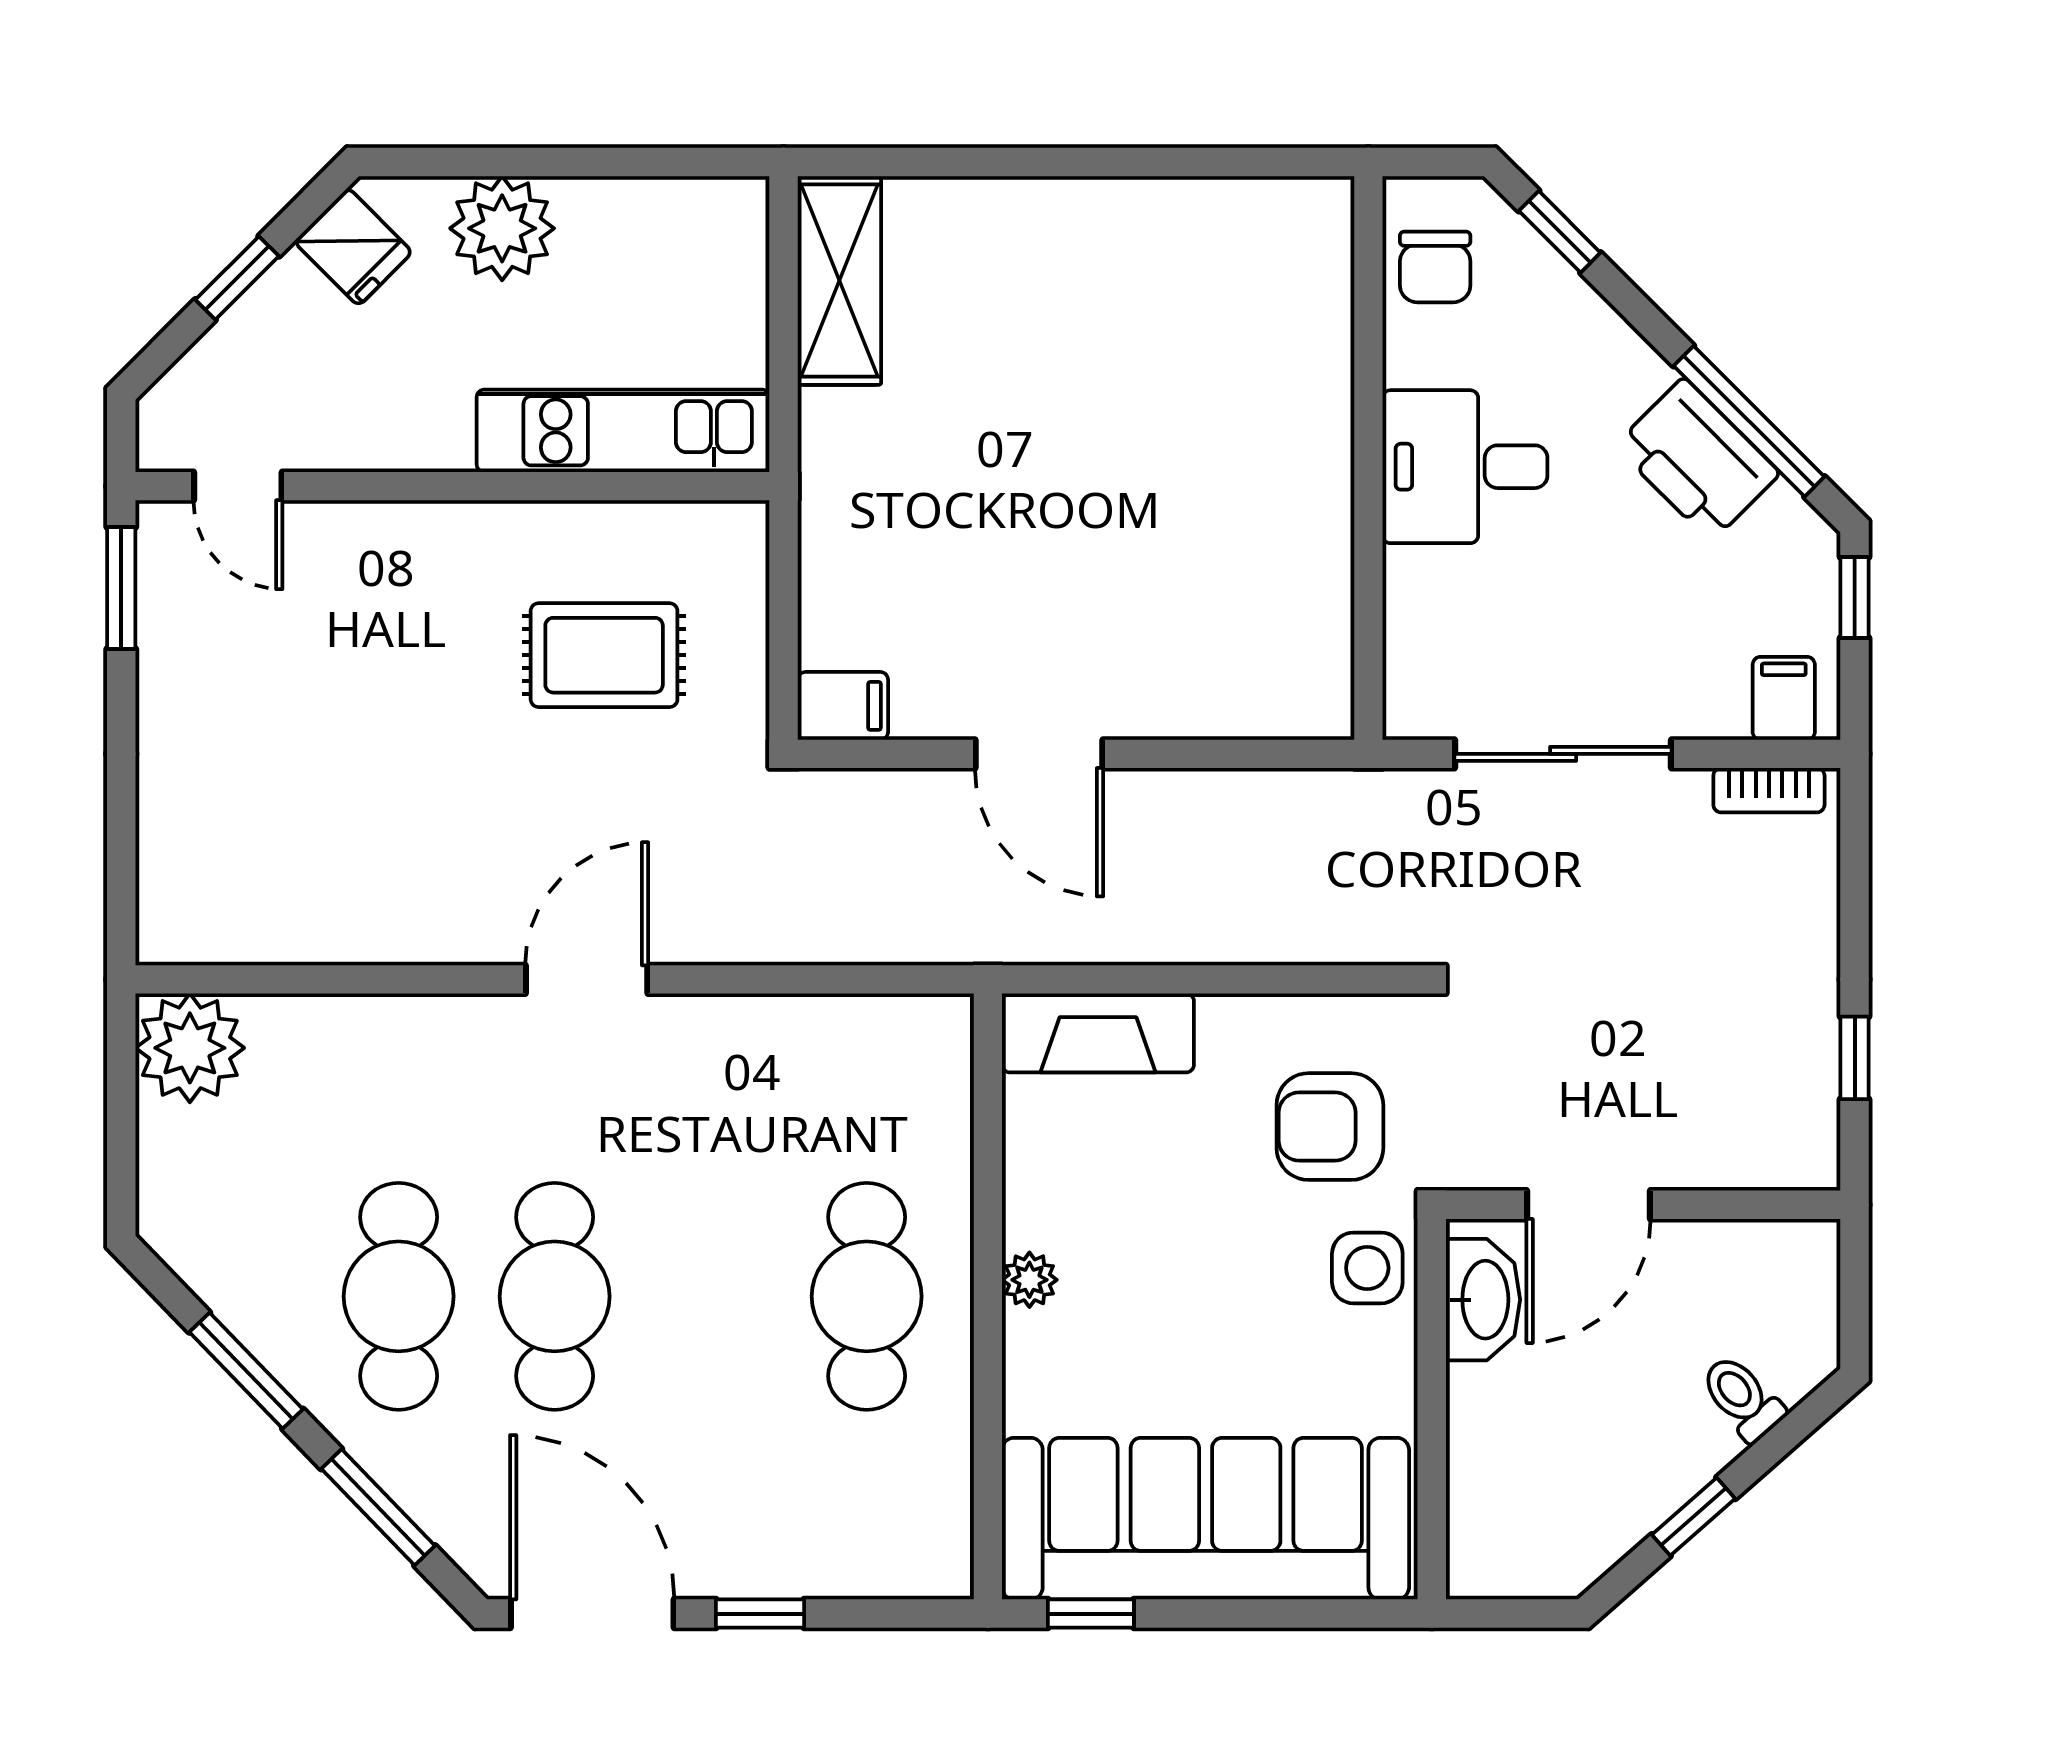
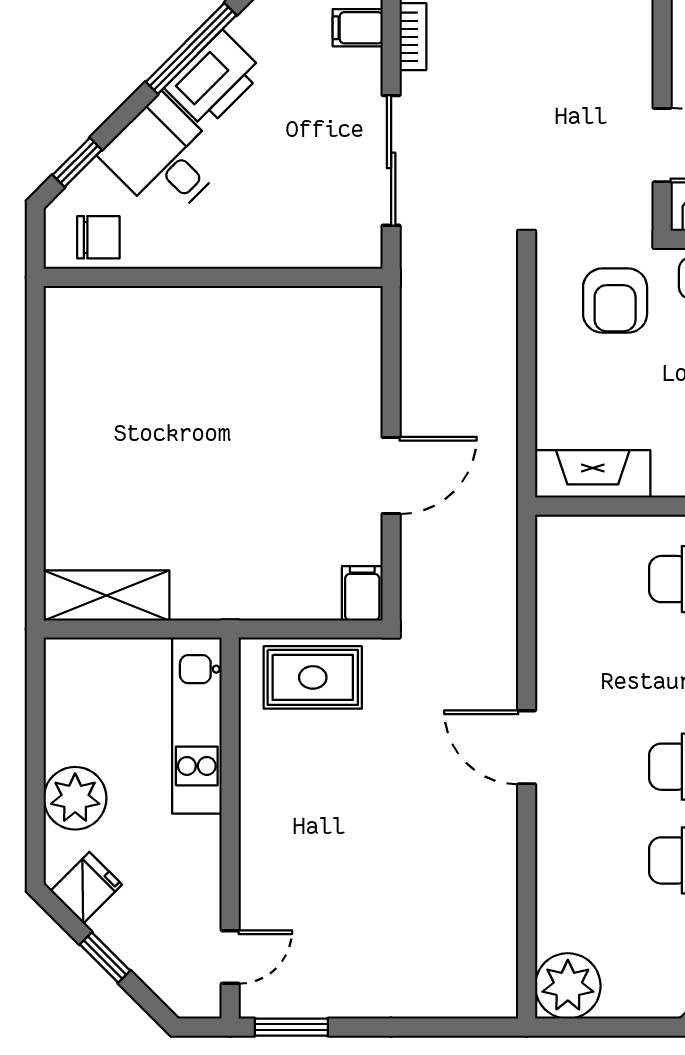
desk: (1465, 467) -> (164, 158), moved, turned 135
rug: (604, 655) -> (313, 677), moved, turned 90
fireplace: (1098, 1033) -> (593, 474), moved, turned -90

